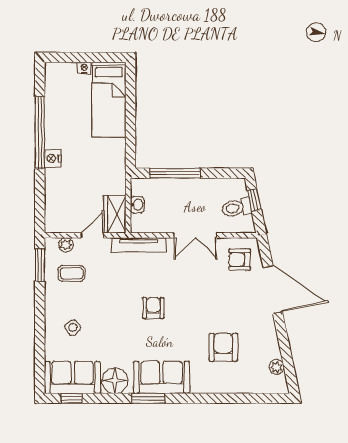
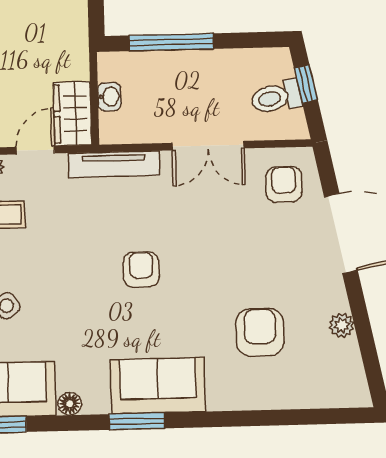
armchair: (240, 260) -> (284, 184), turned 90
plant: (277, 367) -> (342, 325), moved
floor lamp: (115, 381) -> (70, 404), width x0.53, depth x0.53

